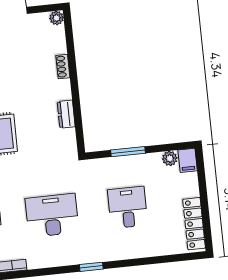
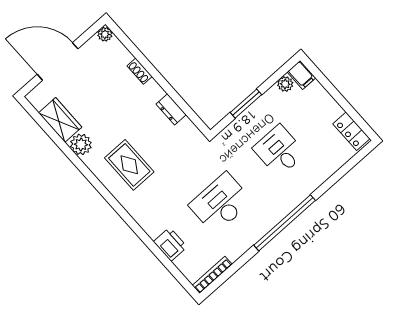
locker: (194, 224) -> (351, 131), width x0.66
window: (91, 267) -> (285, 223), width x3.17

